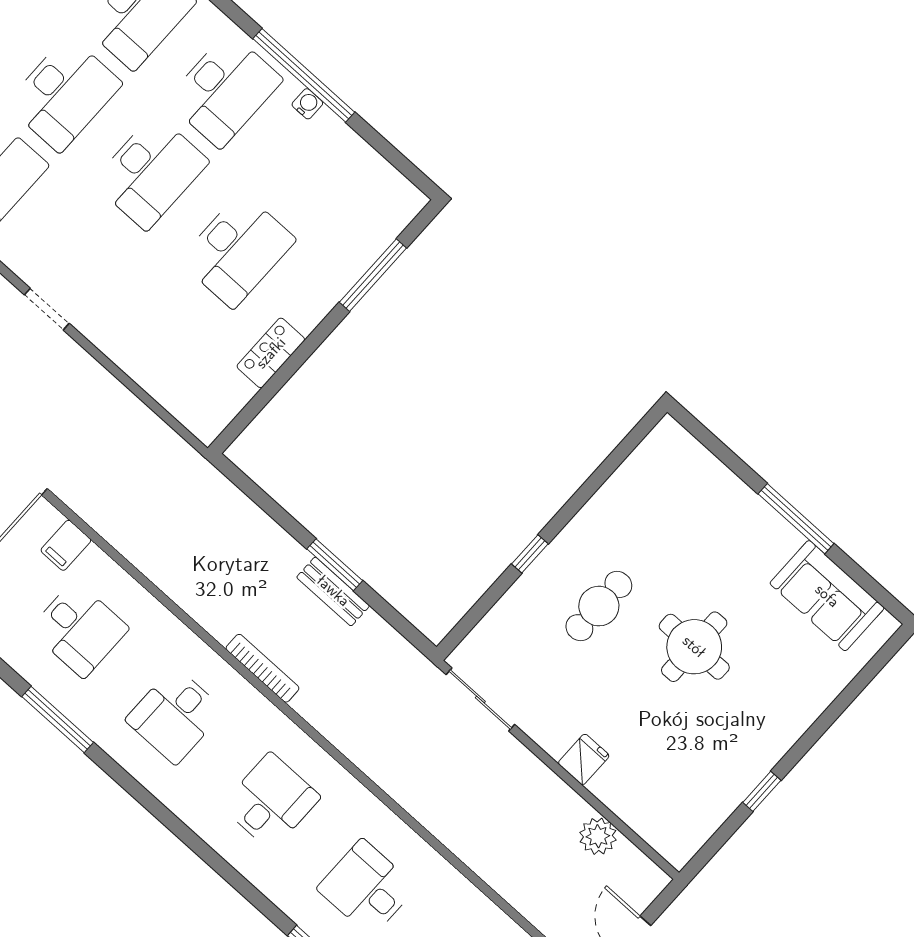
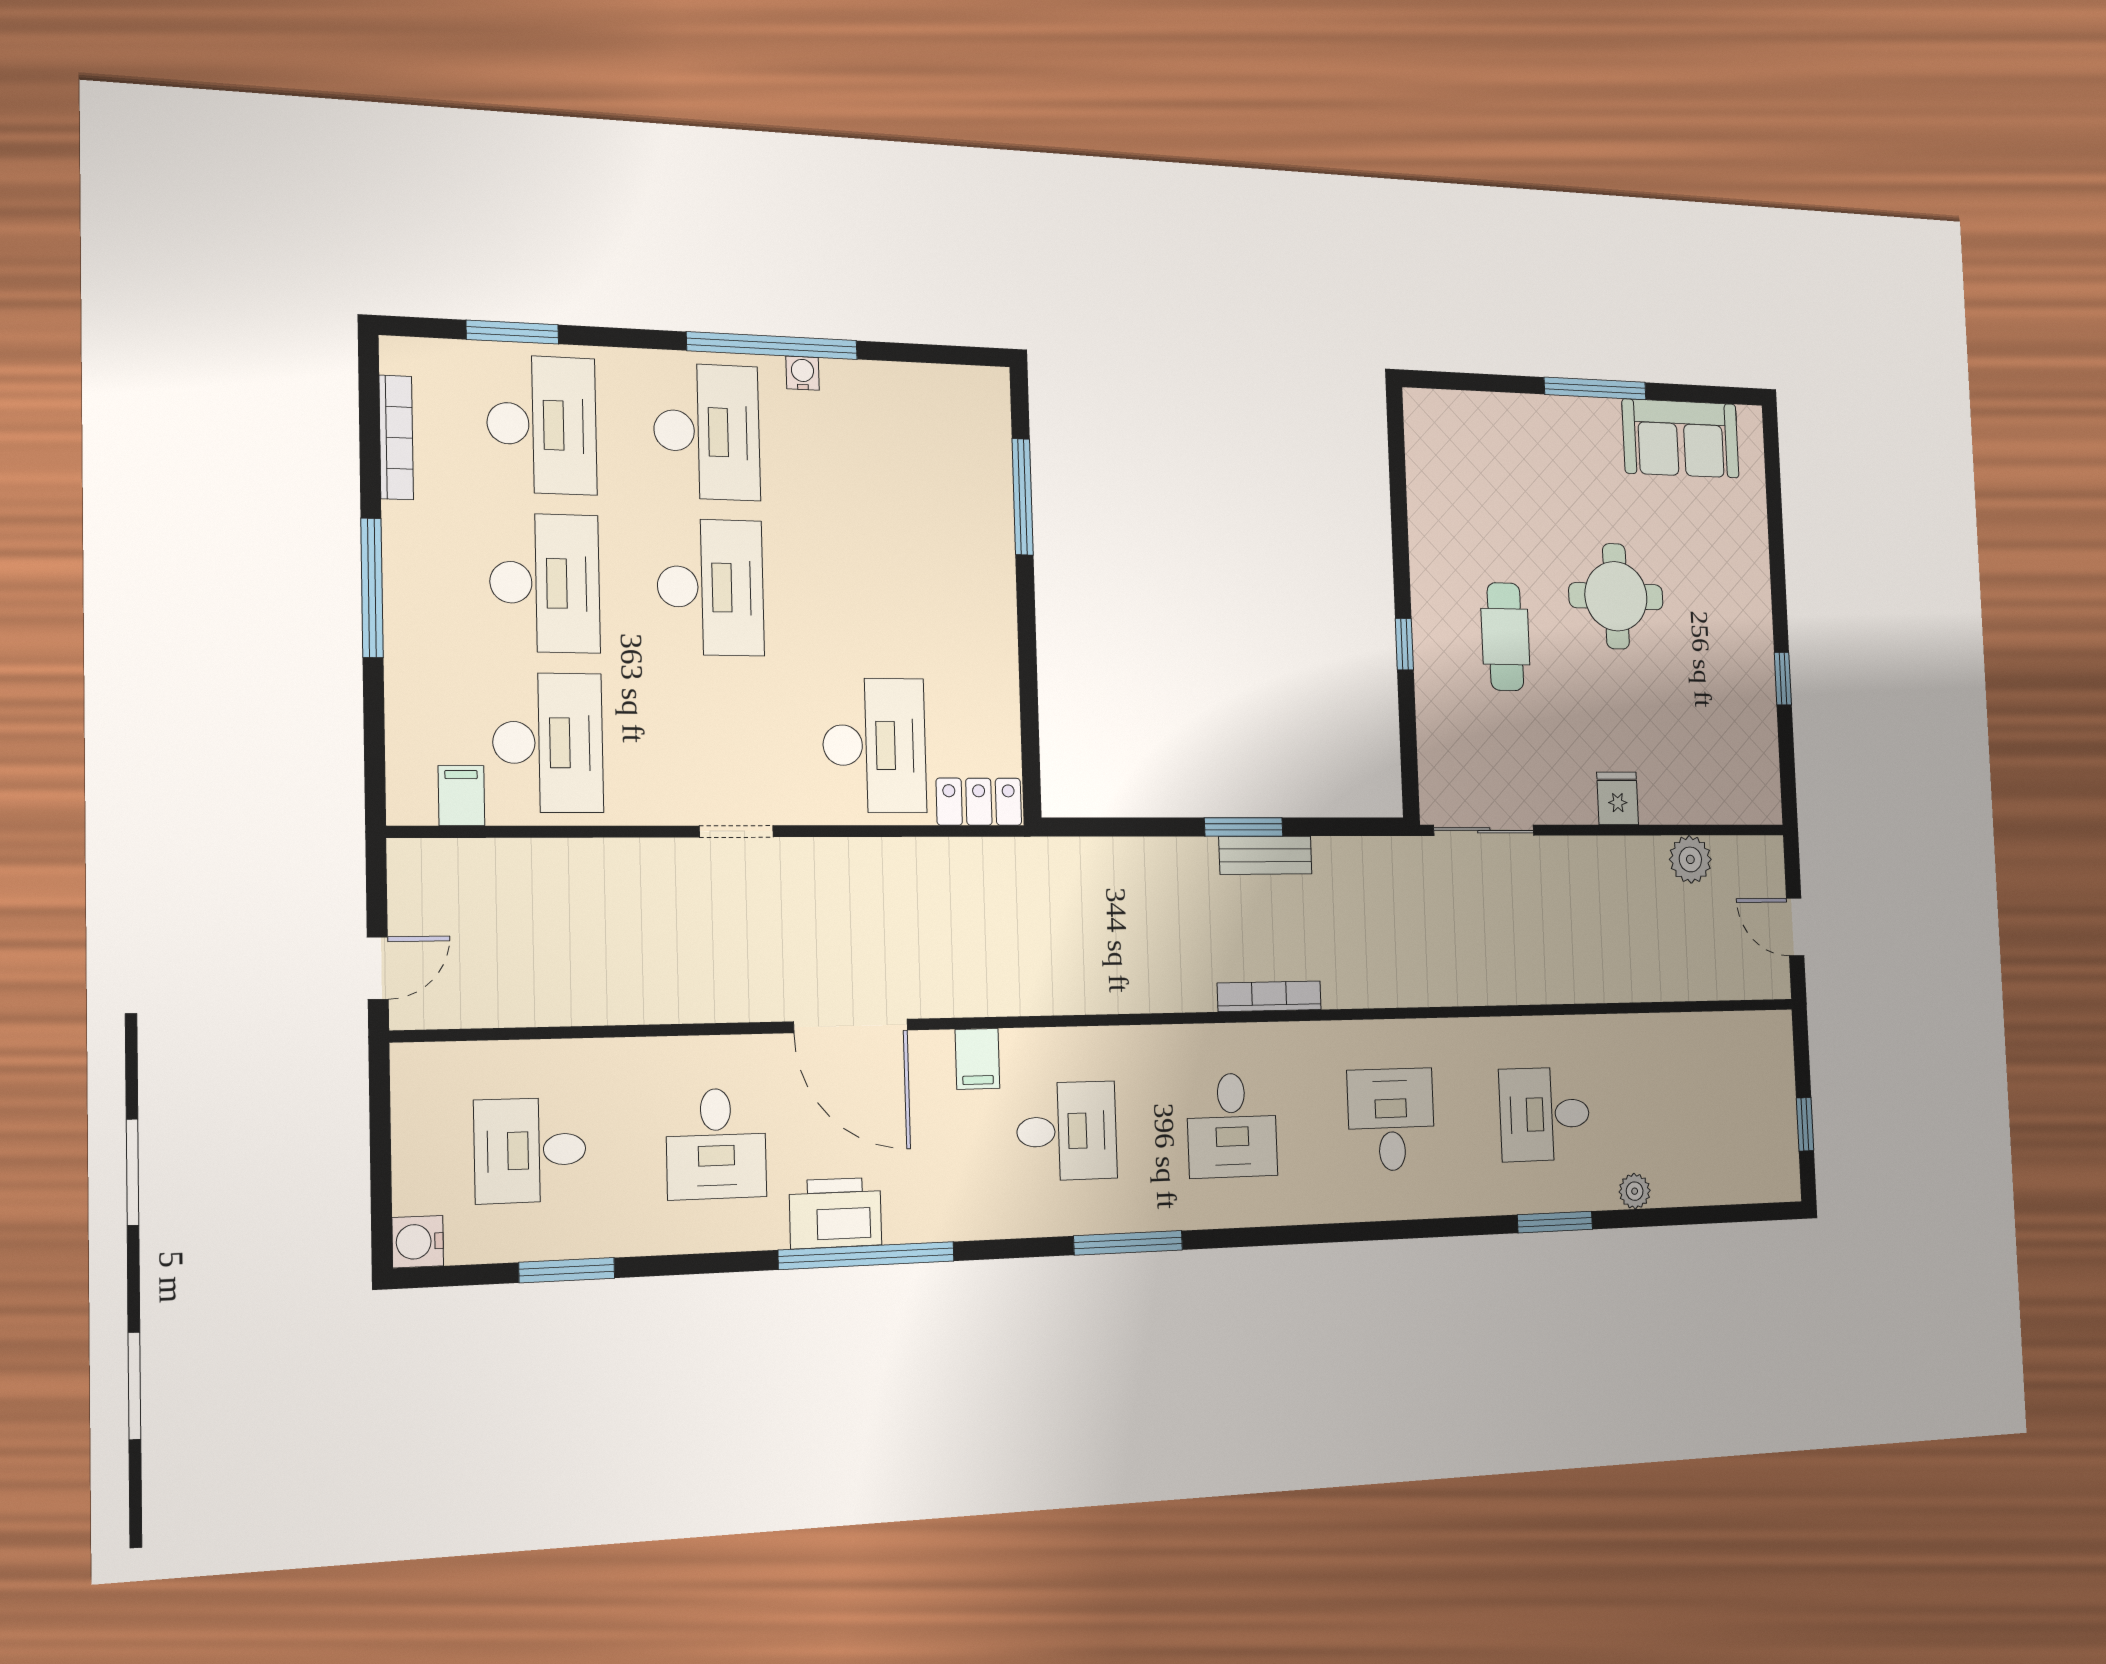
desk: (237, 250) -> (874, 745), moved
locker: (271, 353) -> (979, 802), moved, turned 90

